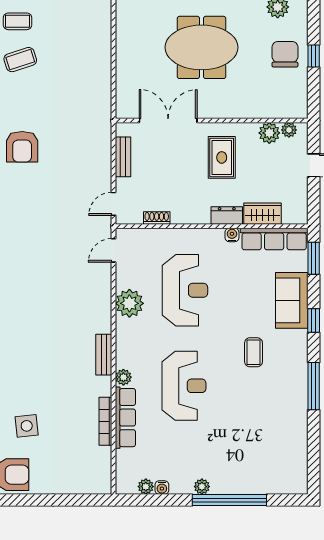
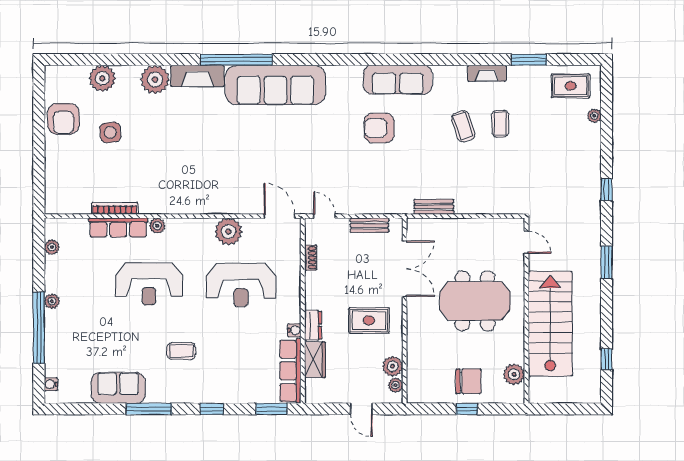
meeting table: (201, 47) -> (475, 301), turned 90
door: (113, 250) -> (279, 216), width x1.38
sofa: (292, 300) -> (118, 388), moved
bench: (104, 355) -> (434, 207), moved
water cooler: (162, 488) -> (51, 384), moved

